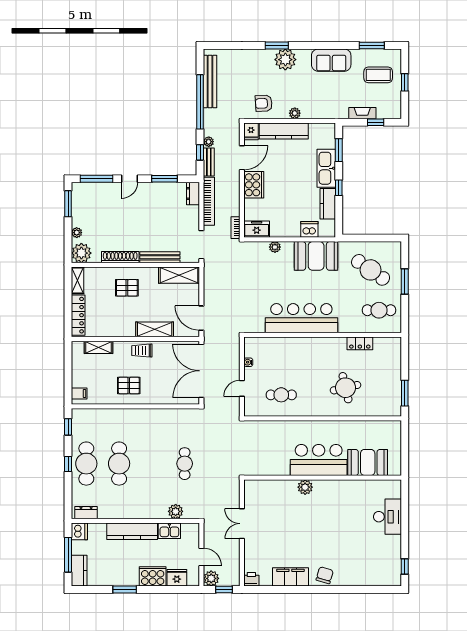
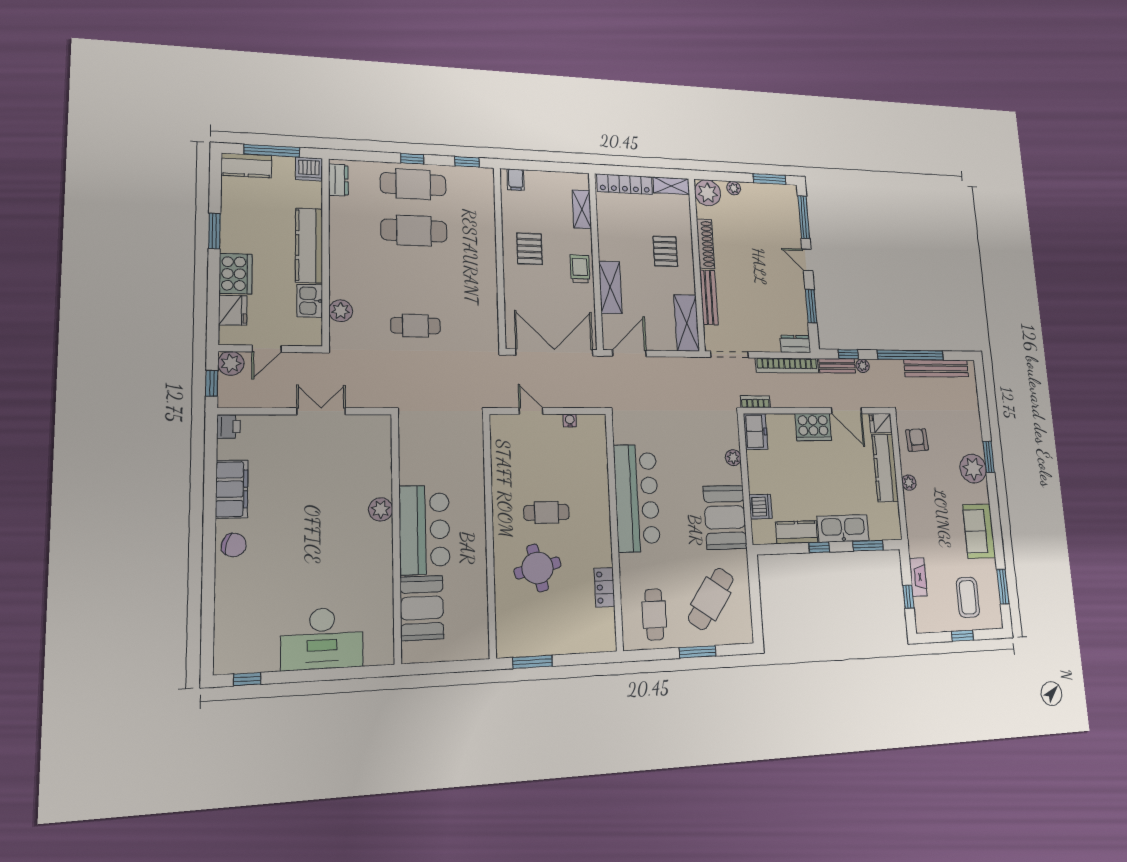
cafe table: (281, 395) -> (546, 512), moved, turned 90
desk: (387, 517) -> (322, 639), width x1.36, depth x1.30

